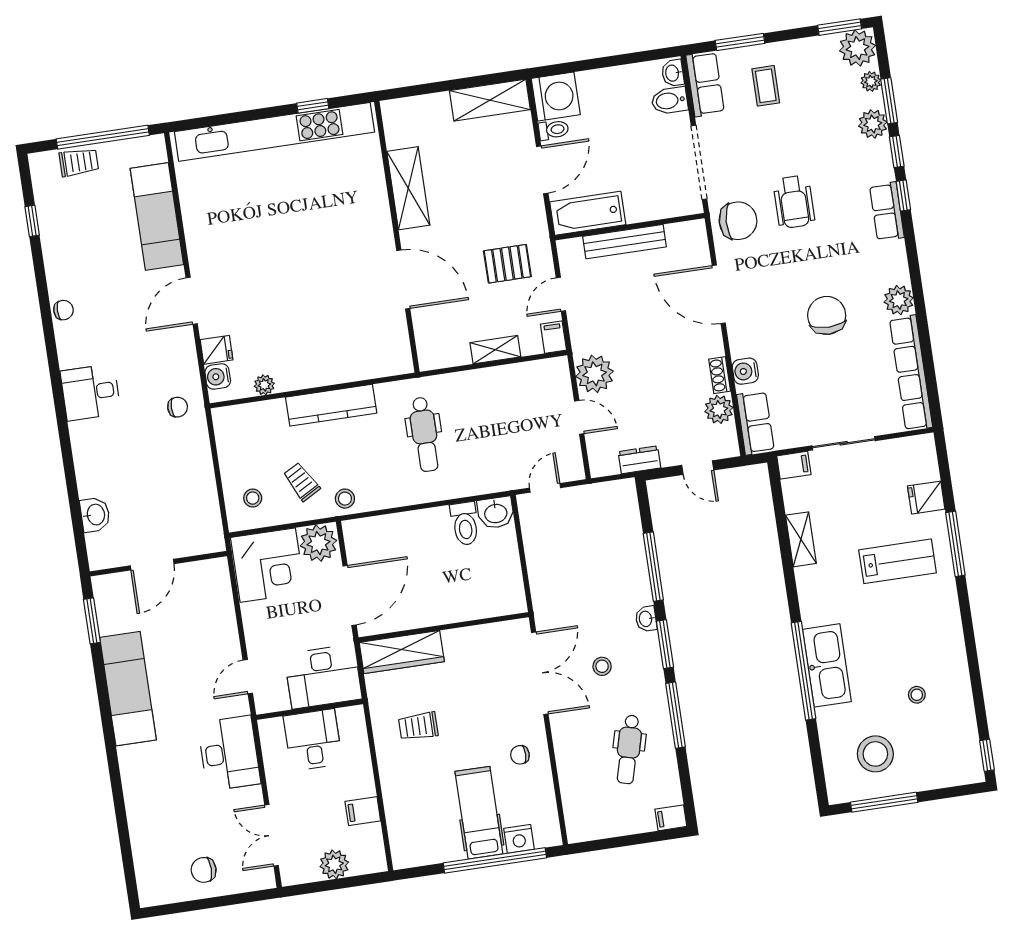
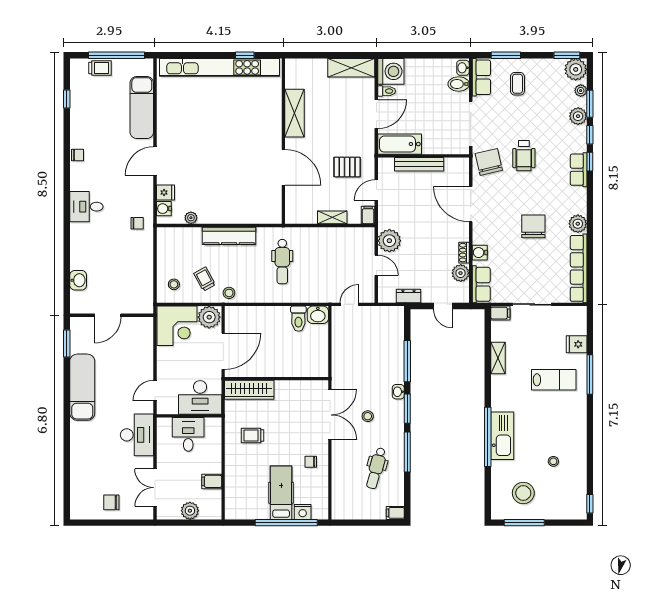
chair: (738, 221) -> (489, 162), turned -106

